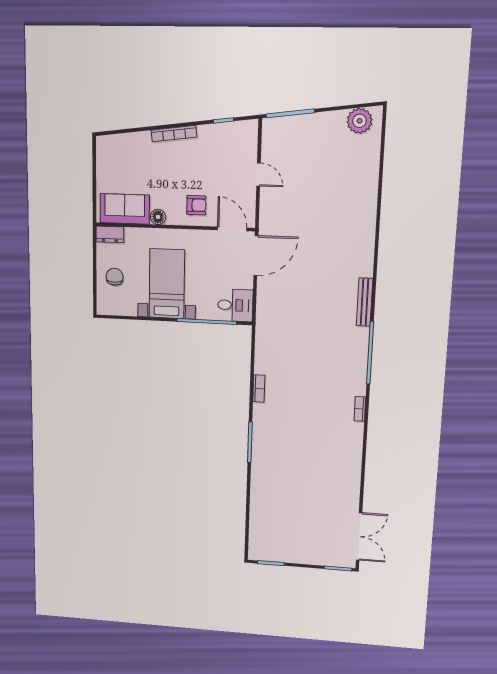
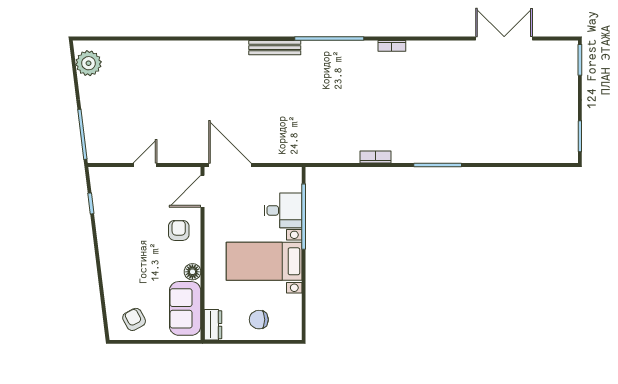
bookcase: (174, 134) -> (105, 256), removed
armchair: (115, 160) -> (134, 319), added
desk: (235, 305) -> (283, 210), moved, turned 90
double door: (359, 536) -> (504, 39), moved

